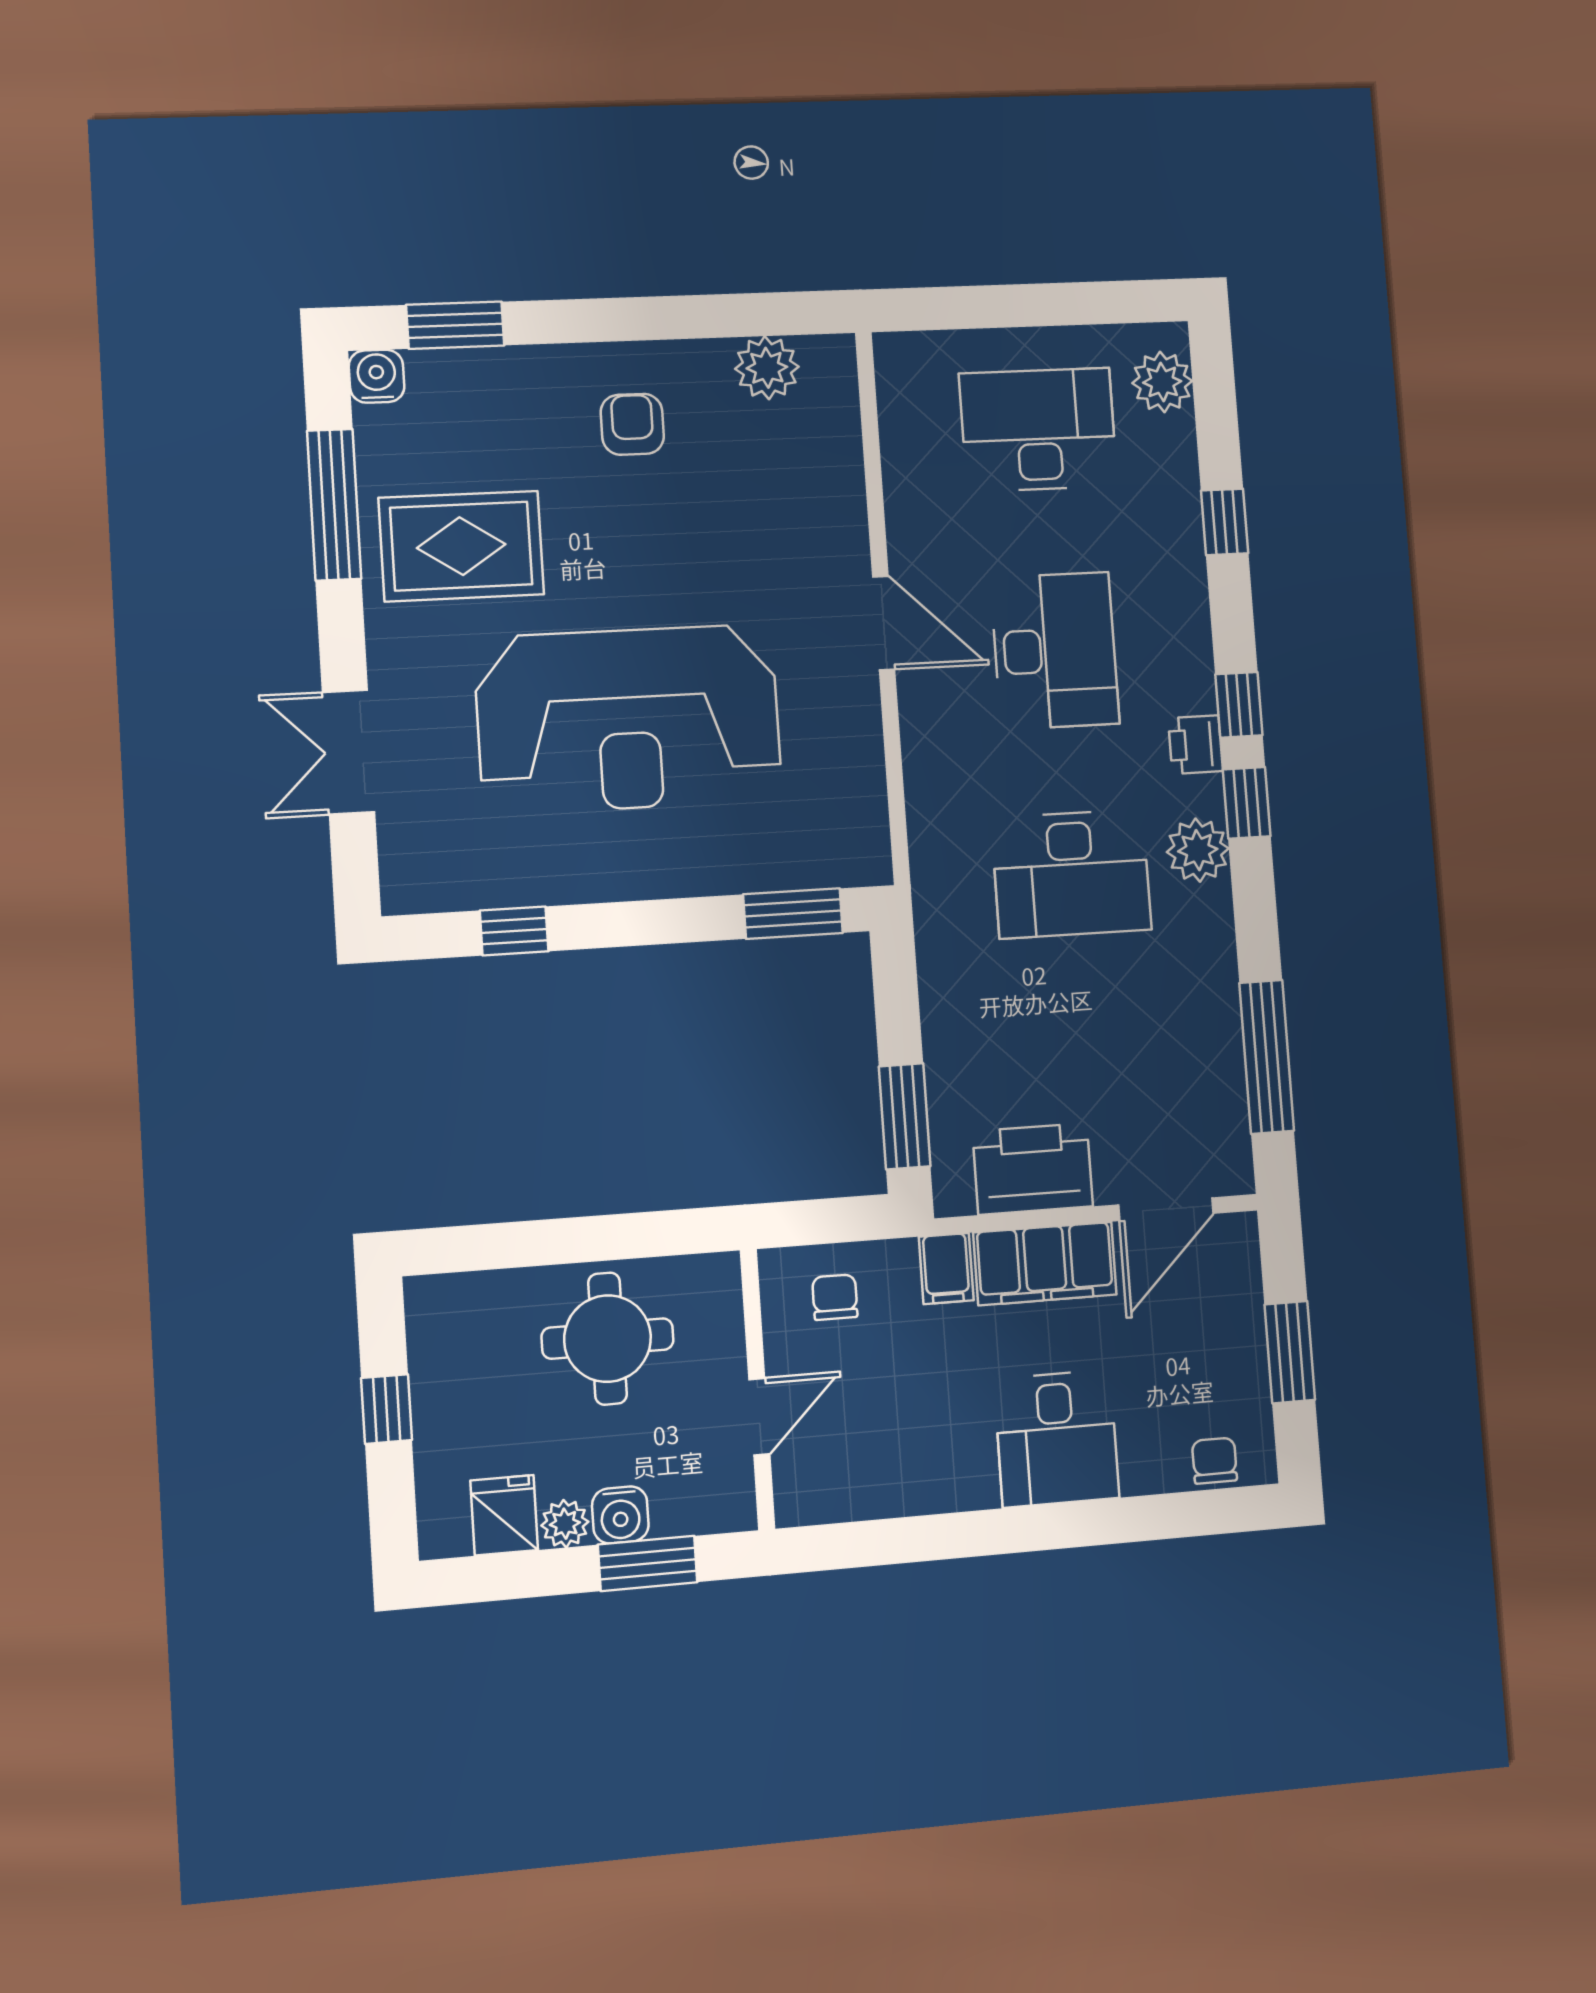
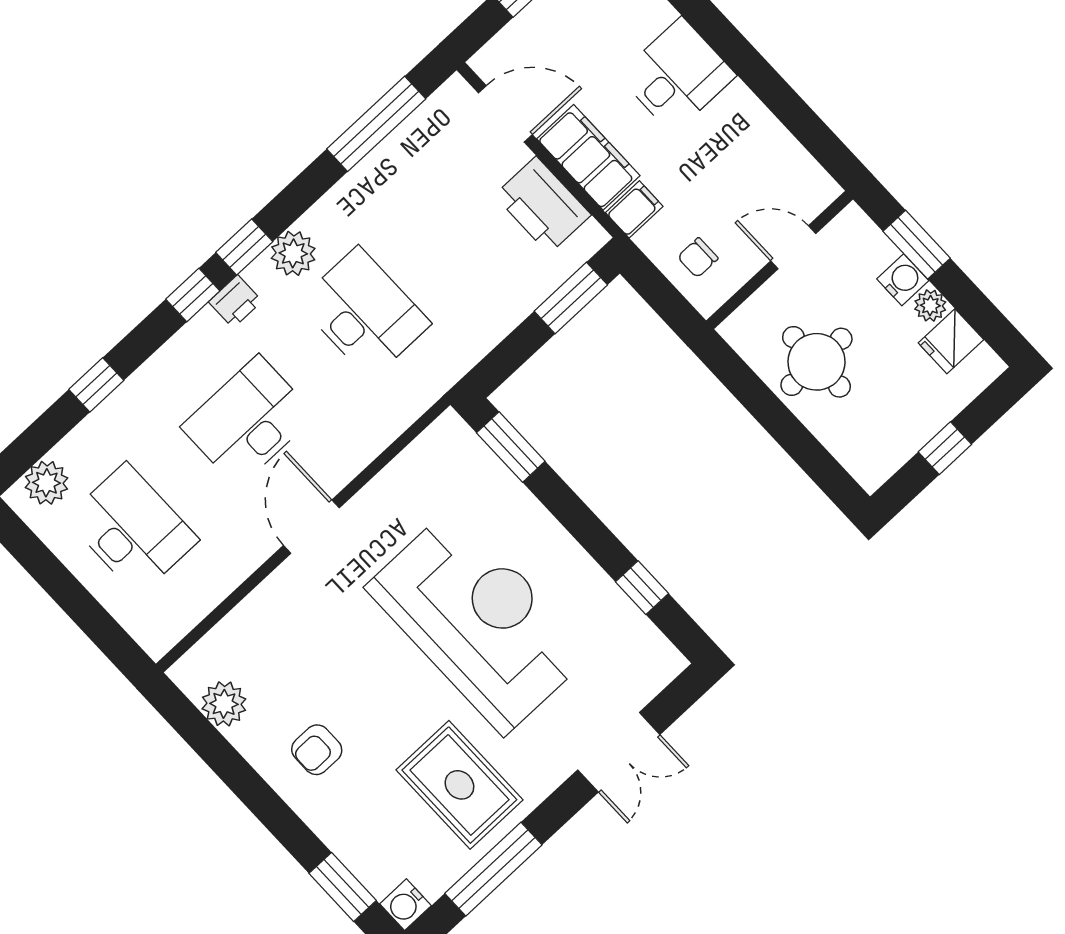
desk: (1038, 430) -> (132, 529), turned 180

